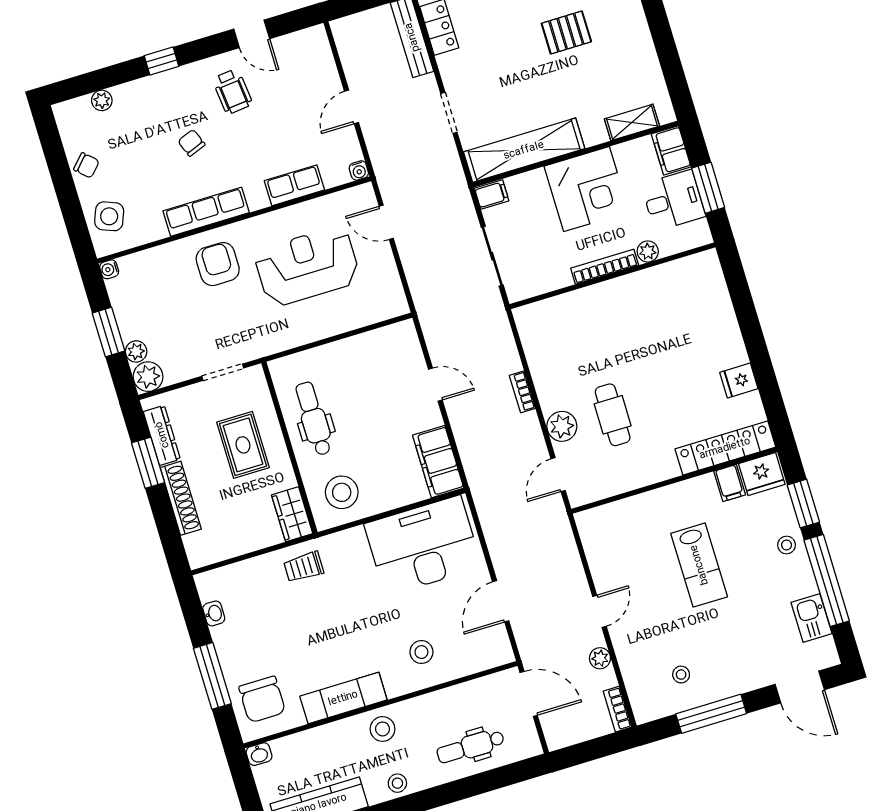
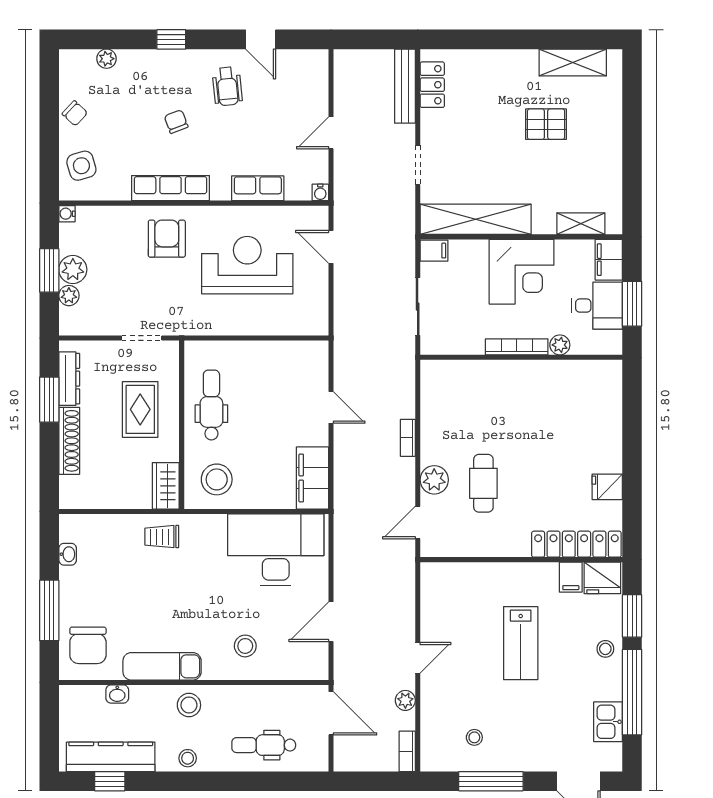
side table: (109, 216) -> (81, 166), turned -37
plant: (148, 377) -> (73, 270), moved
washbasin: (259, 754) -> (117, 694), moved

